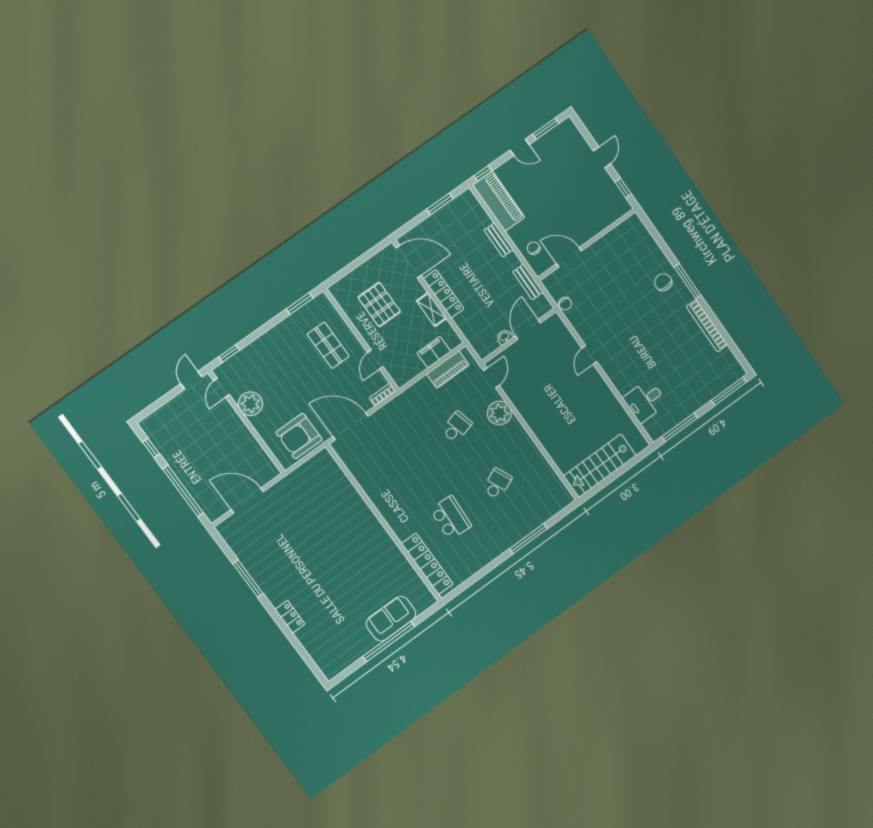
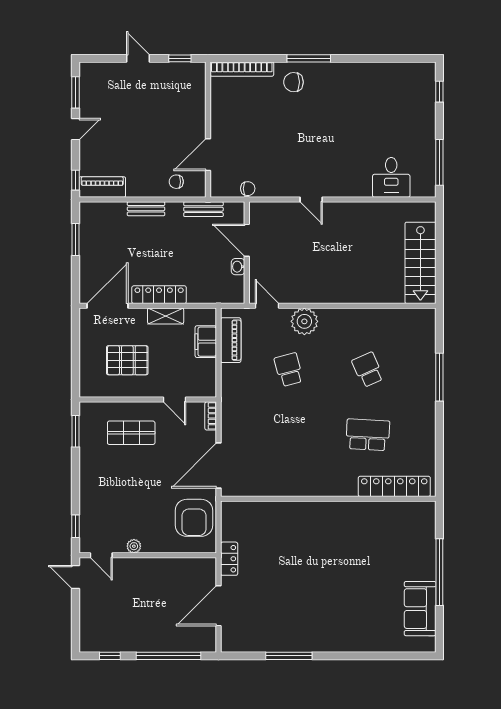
piano: (499, 201) -> (102, 187), width x0.73, depth x0.75
bookcase: (707, 326) -> (242, 69), moved
window: (729, 391) -> (439, 92), width x0.46
plant: (250, 404) -> (134, 546), width x0.53, depth x0.53
locker: (290, 617) -> (229, 559), moved, turned 90
sofa: (391, 619) -> (420, 609), moved

